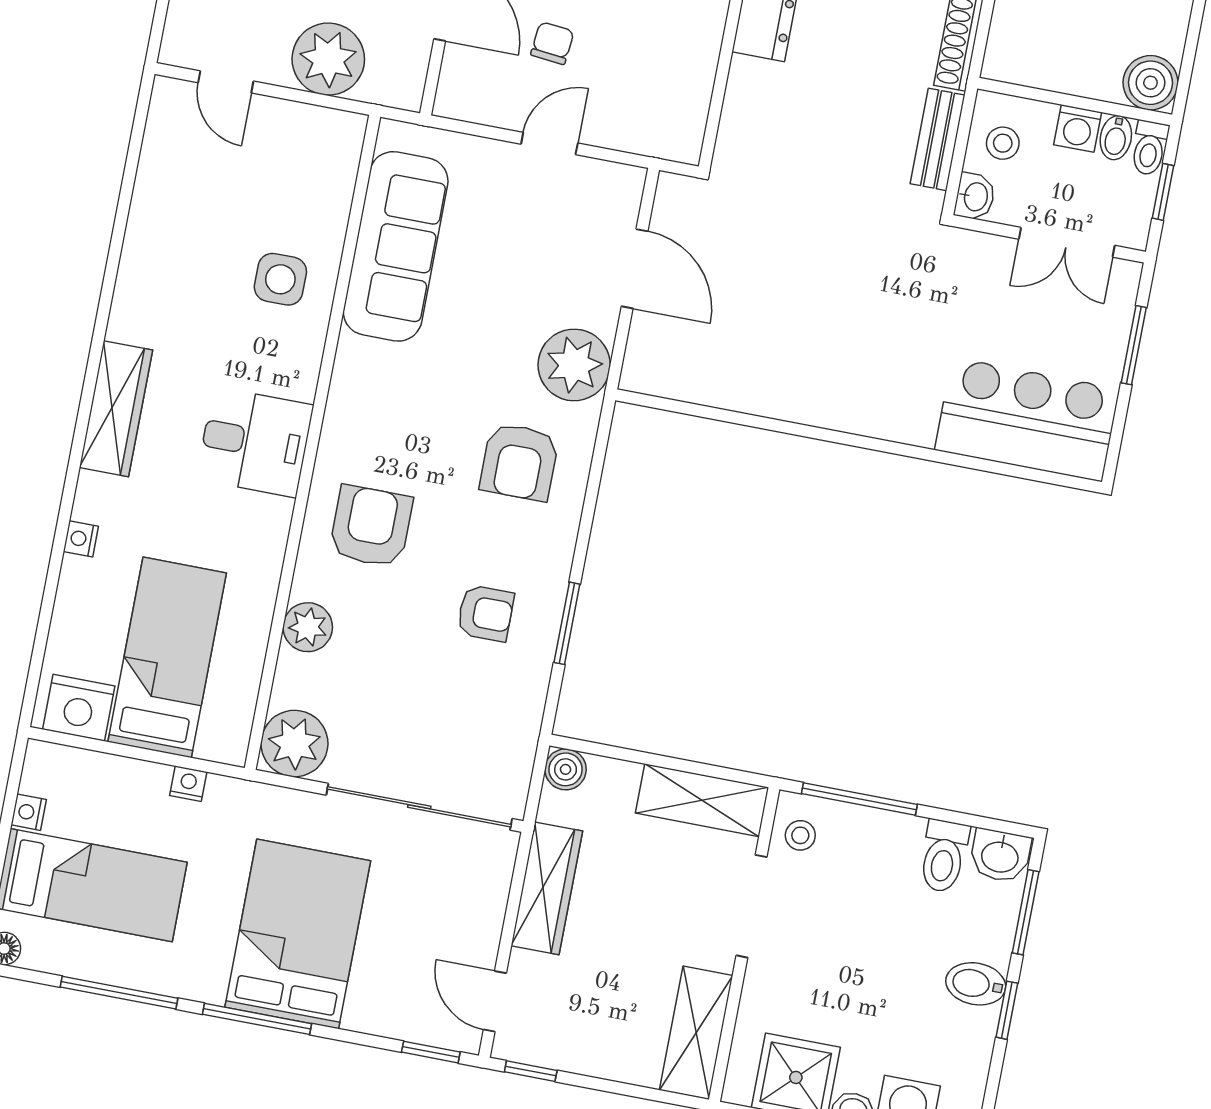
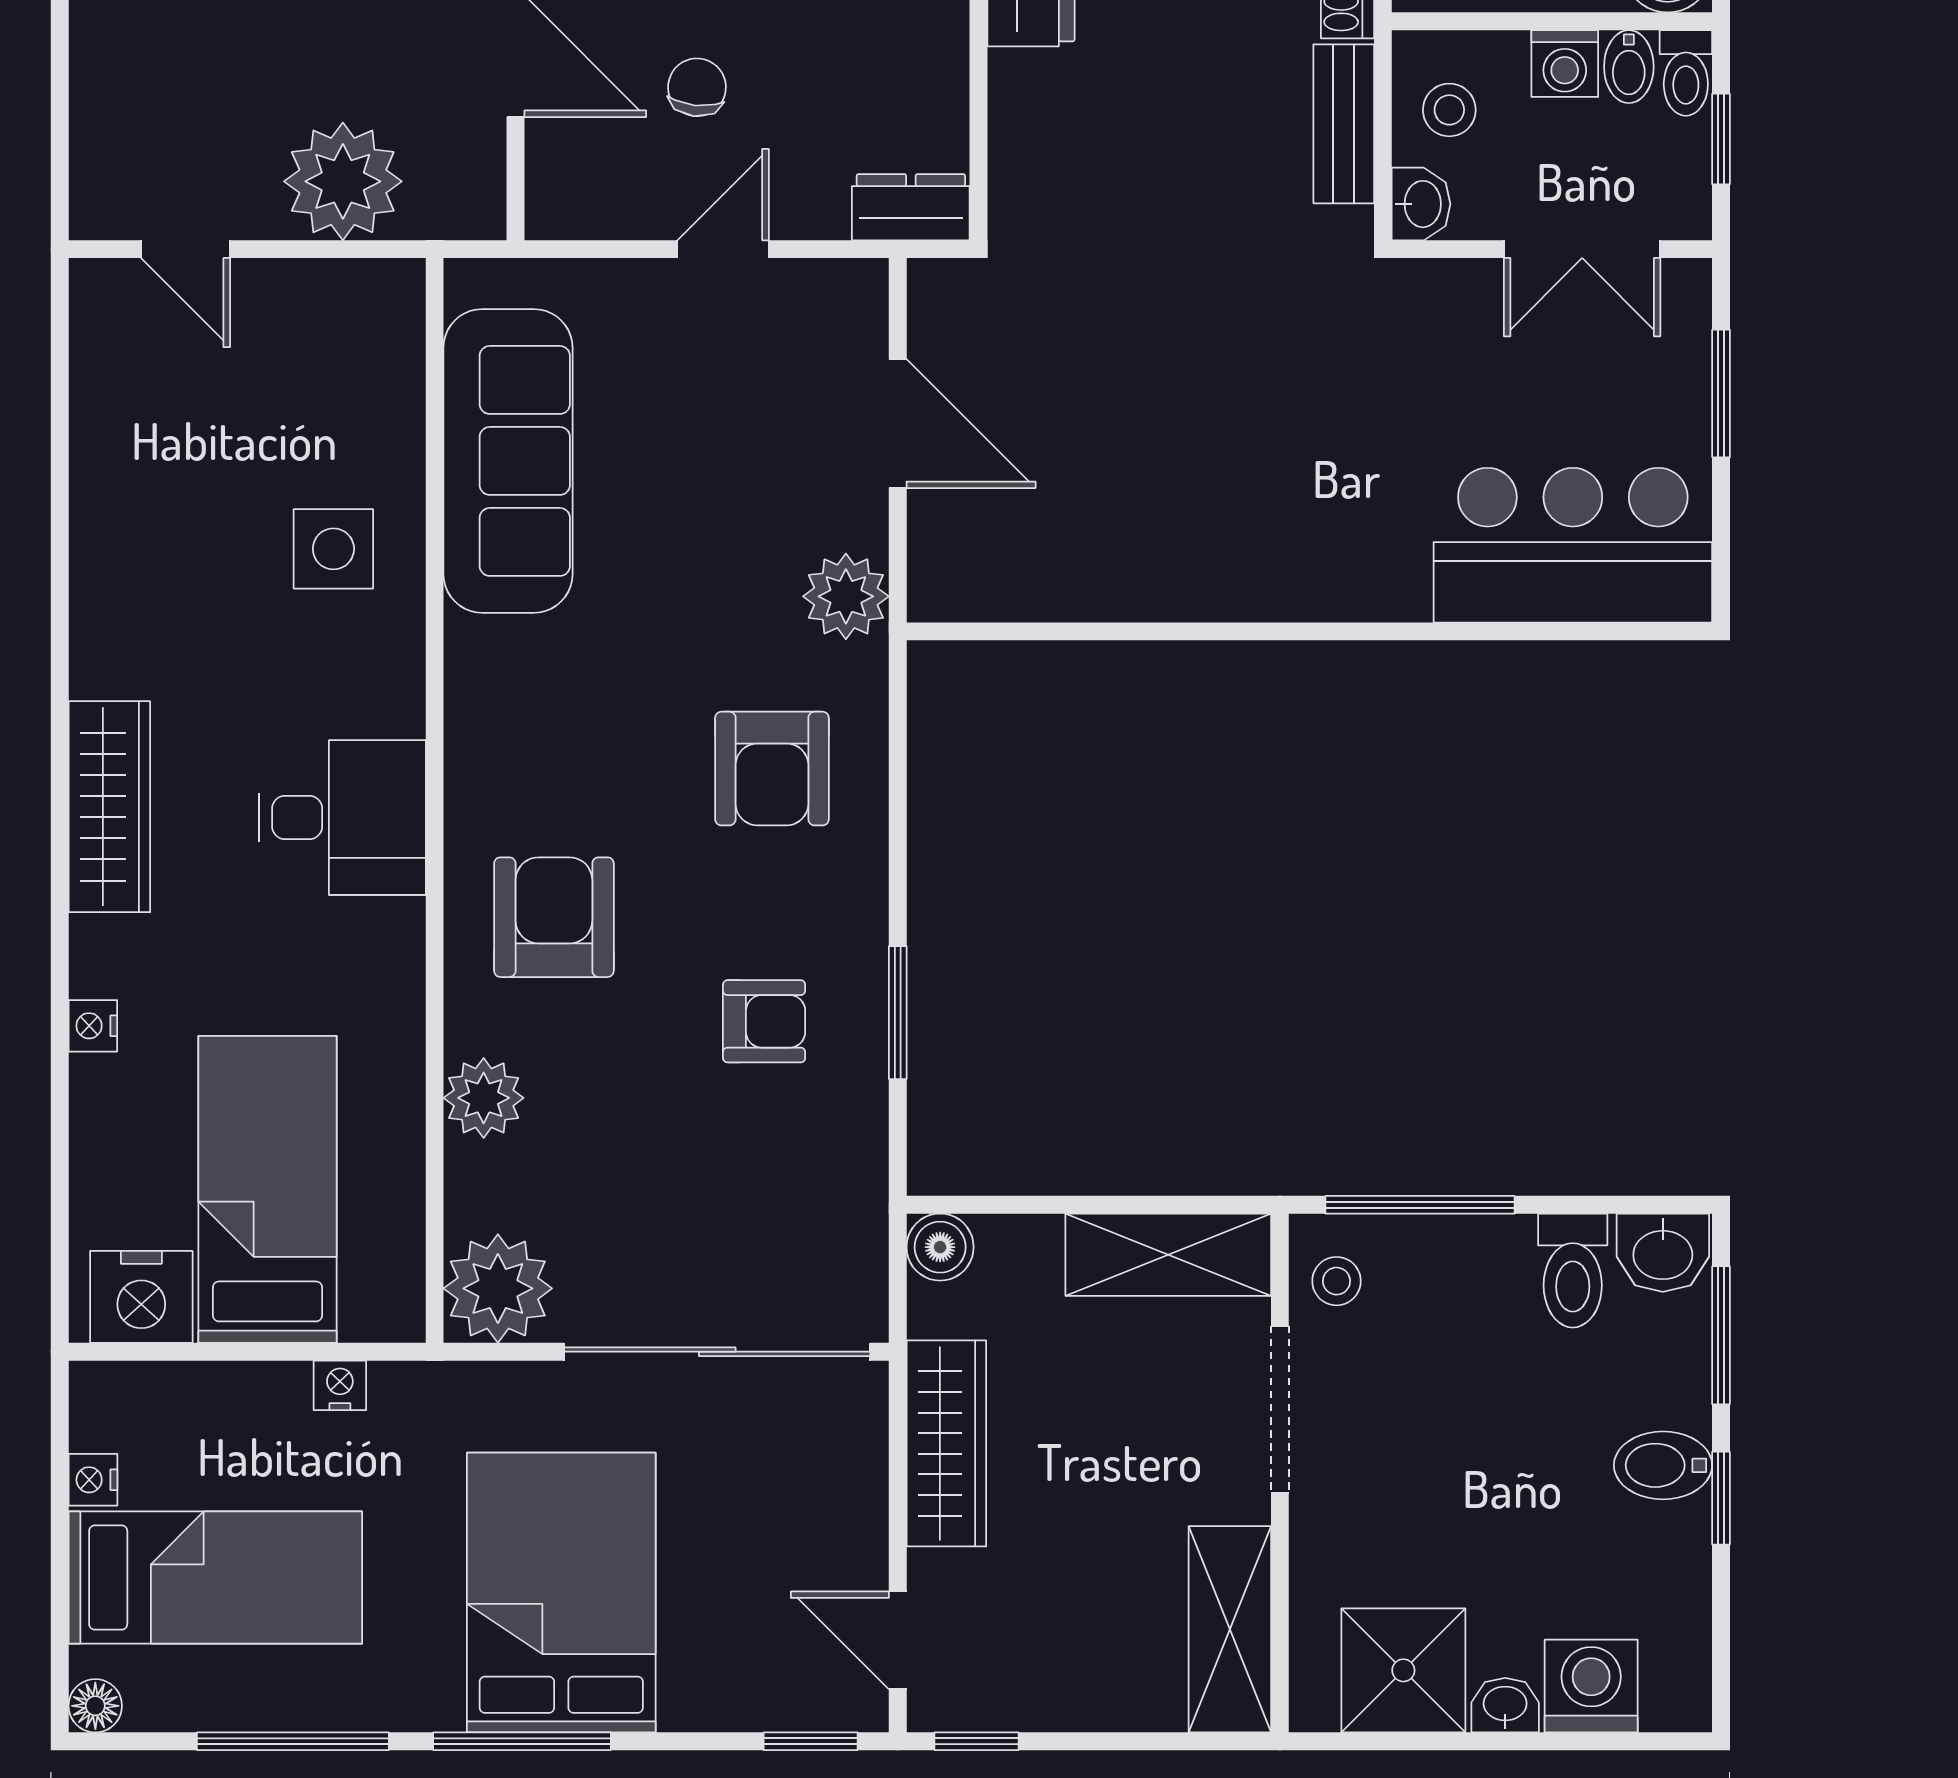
dresser: (667, 140) -> (911, 207), added
plant: (574, 365) -> (846, 596), width x0.73, depth x0.73

